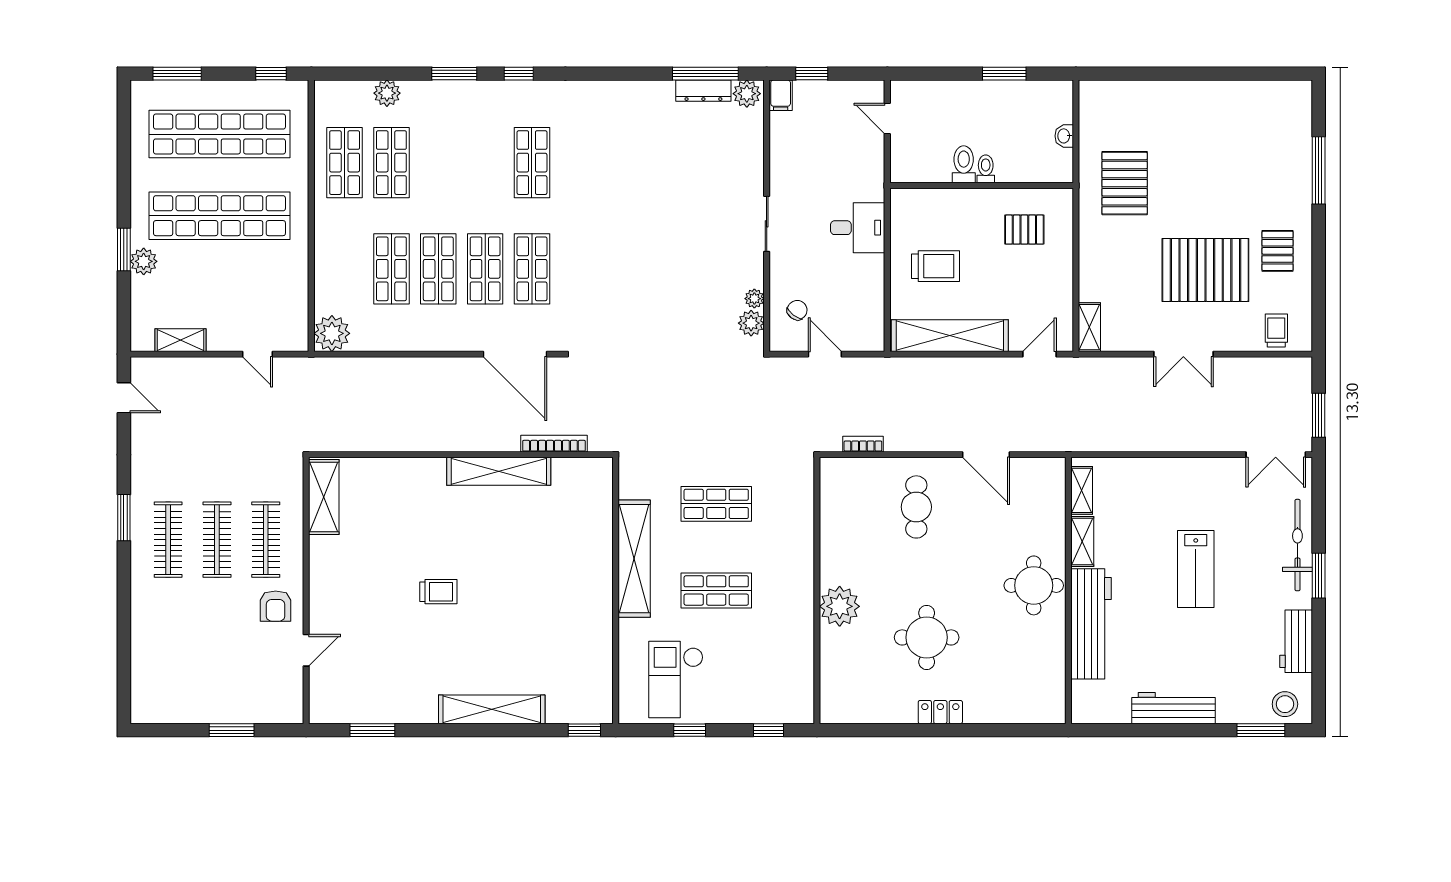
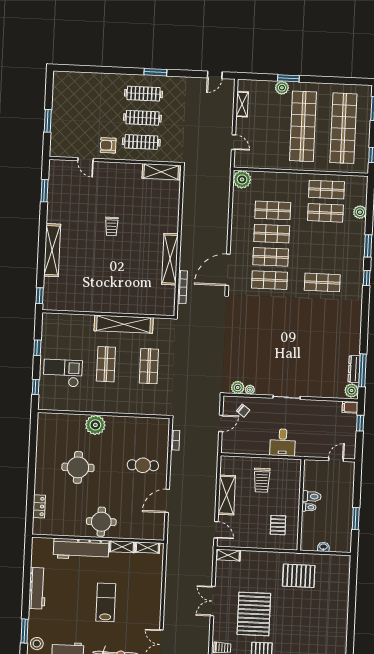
shelving: (950, 336) -> (227, 495), width x0.68
door: (258, 354) -> (233, 142), swing flipped
lab bench: (1196, 569) -> (106, 602), turned 90
checkout: (676, 680) -> (63, 373), moved
locker: (940, 712) -> (39, 506), moved

